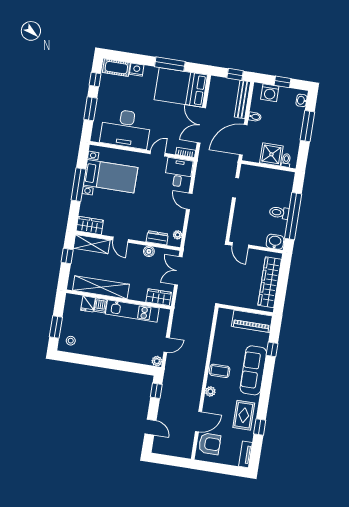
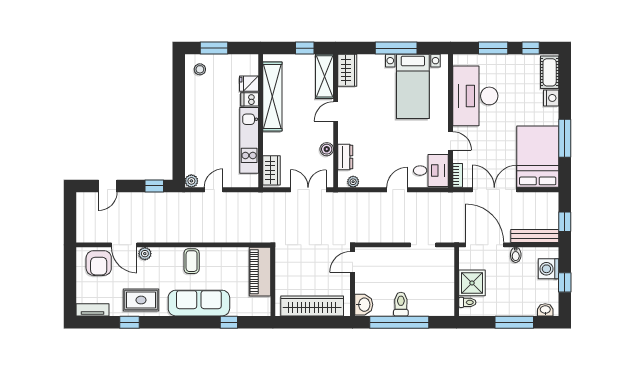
piano: (252, 321) -> (260, 272), moved
door: (167, 345) -> (214, 190), swing flipped
plant: (210, 391) -> (145, 254), moved

